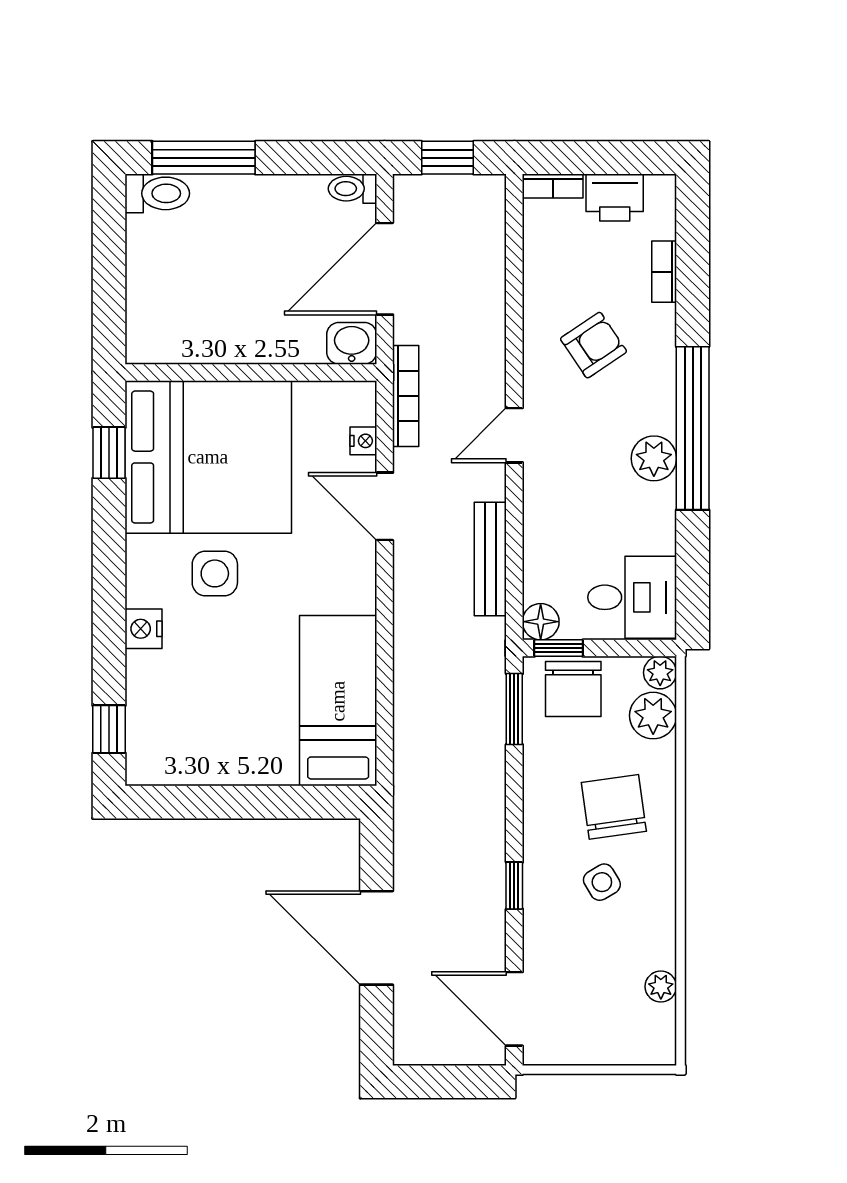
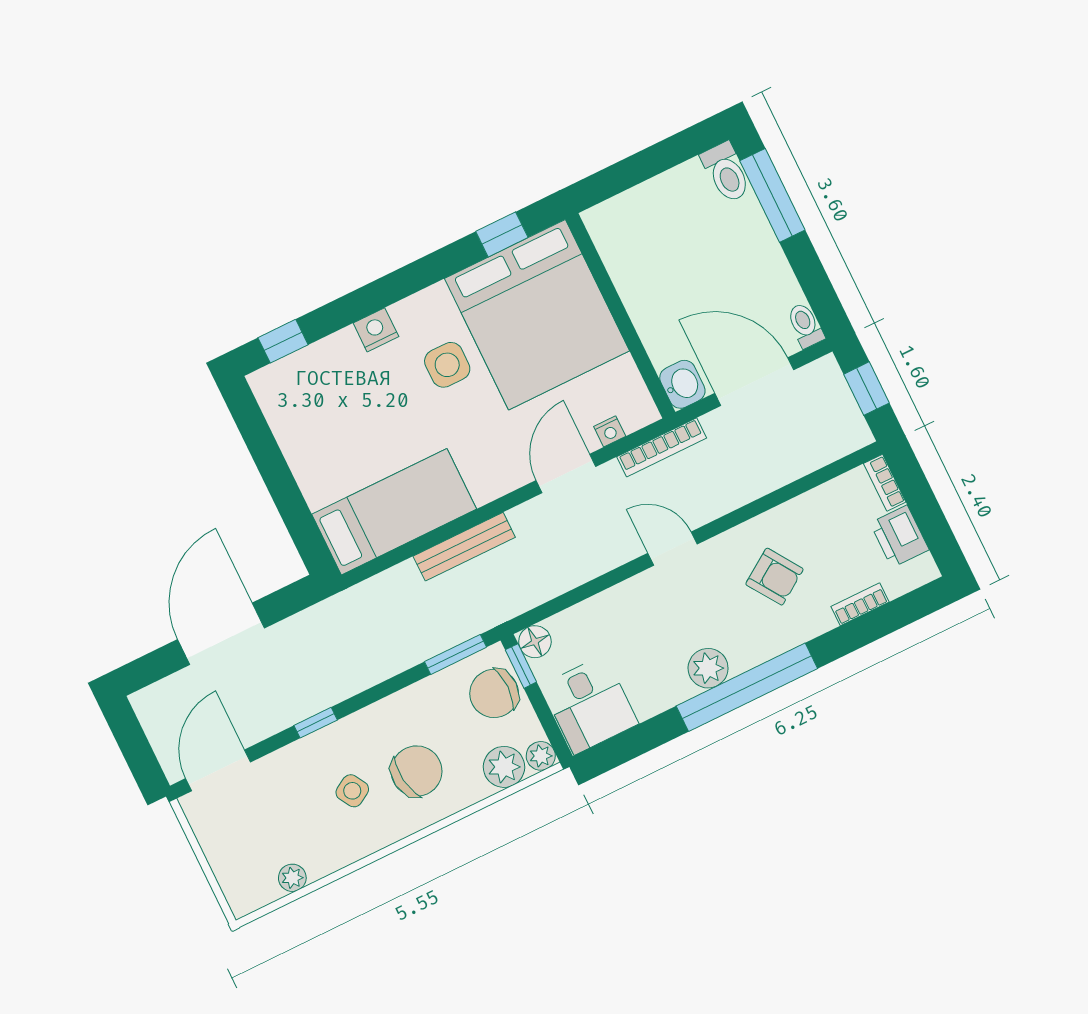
bench: (490, 559) -> (464, 547), moved

